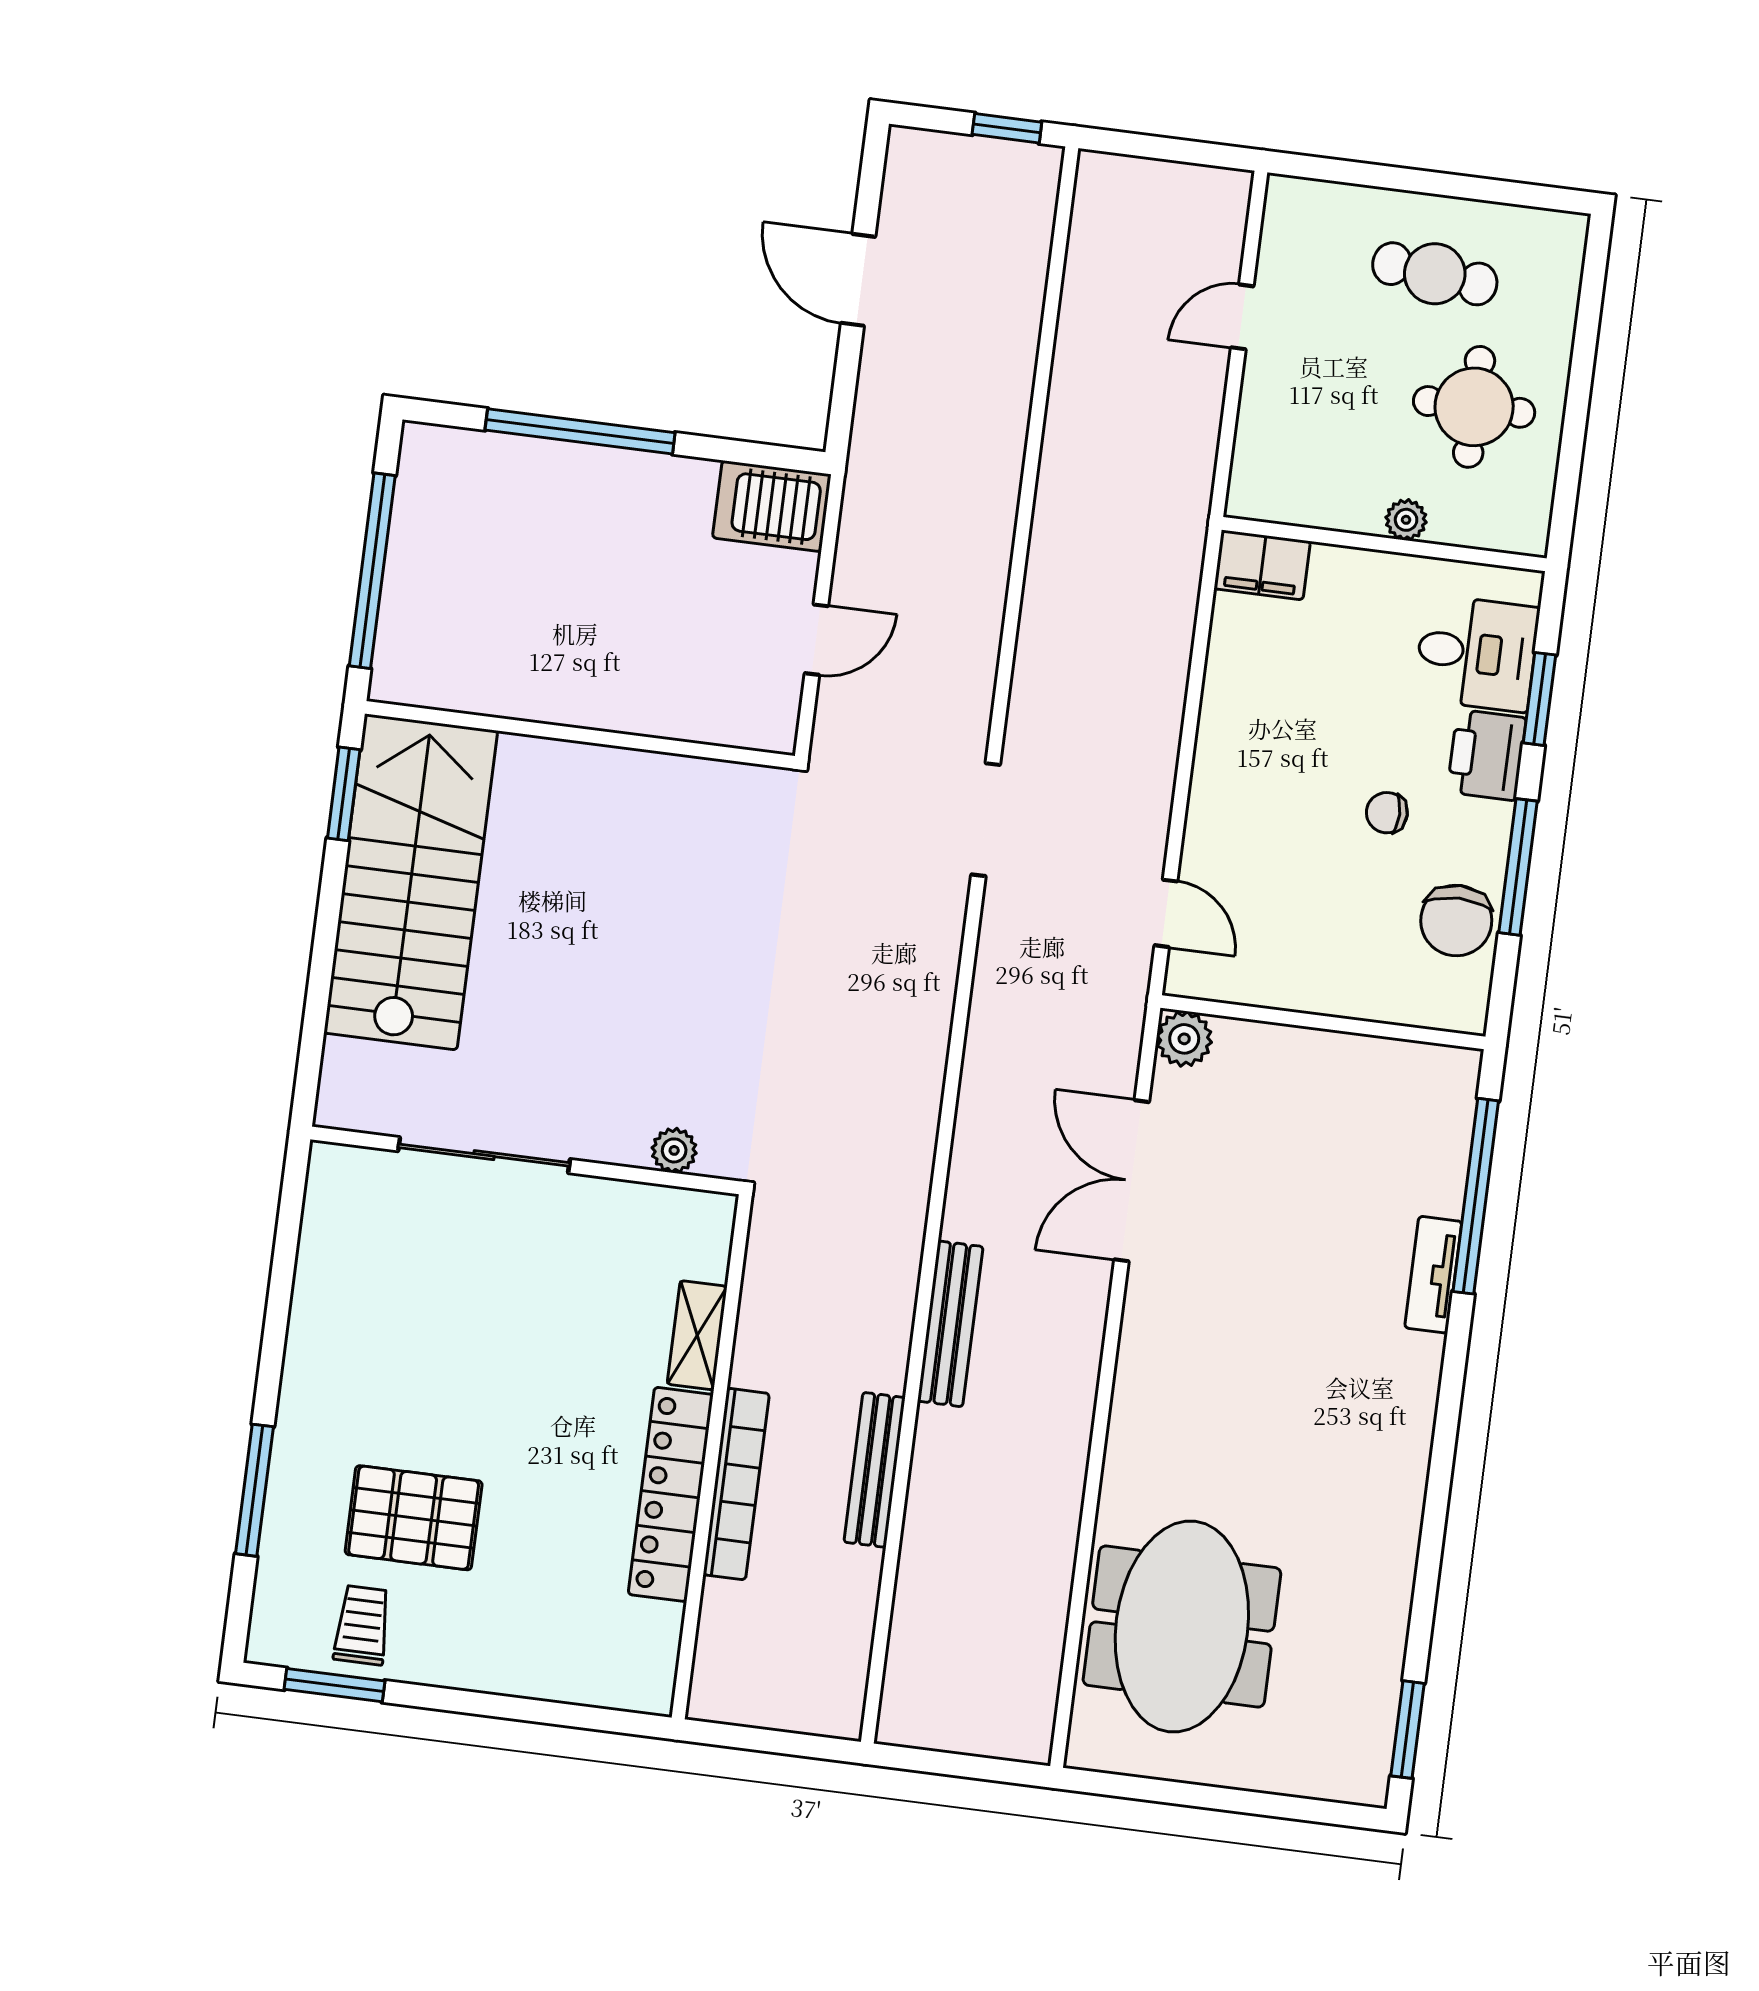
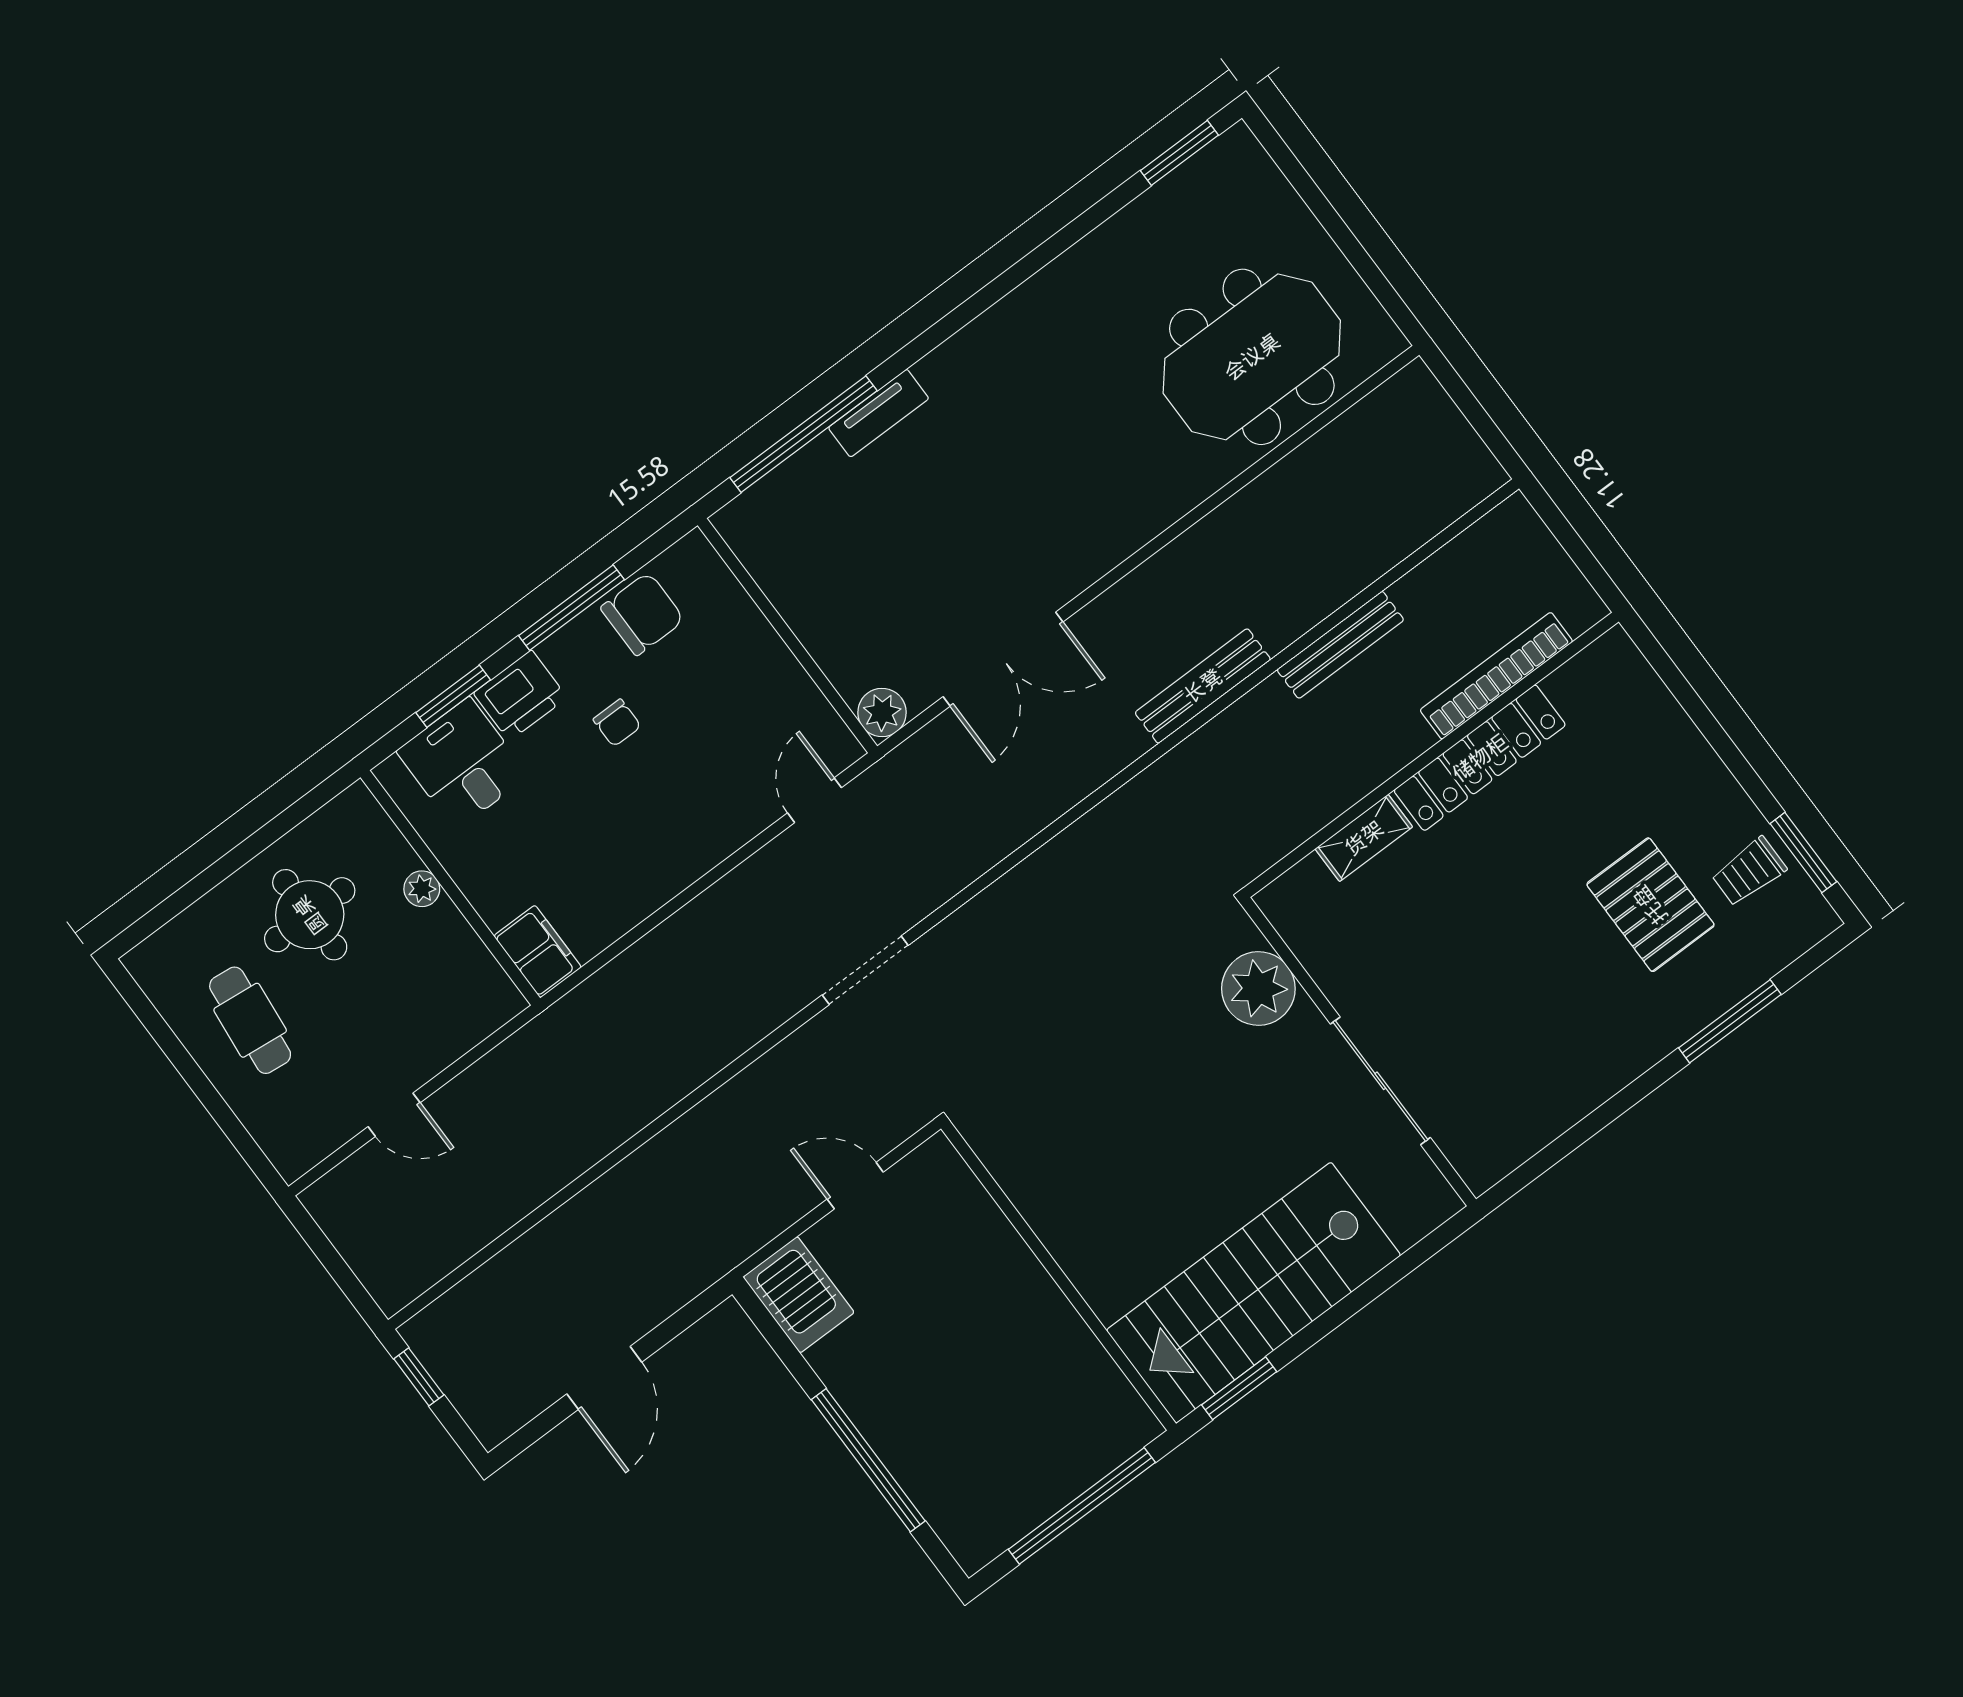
plant: (674, 1150) -> (1258, 989), width x1.88, depth x1.88
bookcase: (736, 1484) -> (1496, 676), moved

